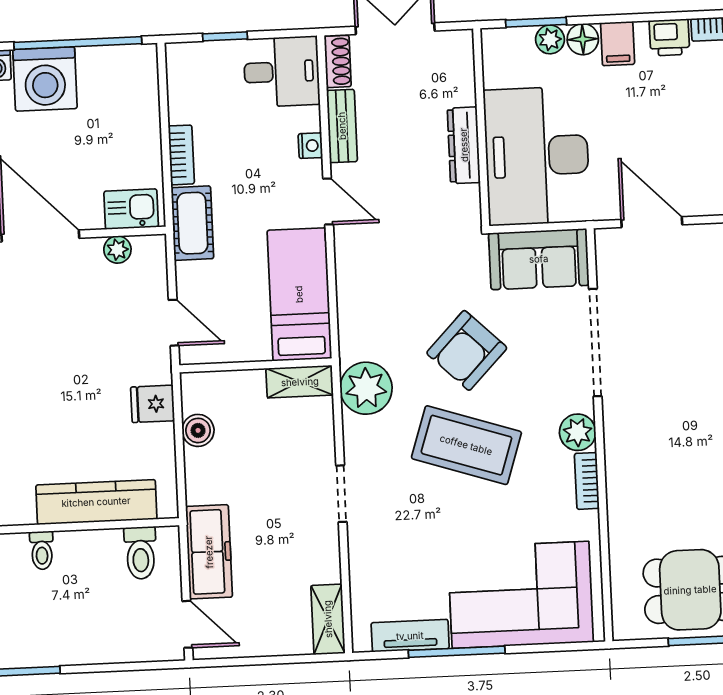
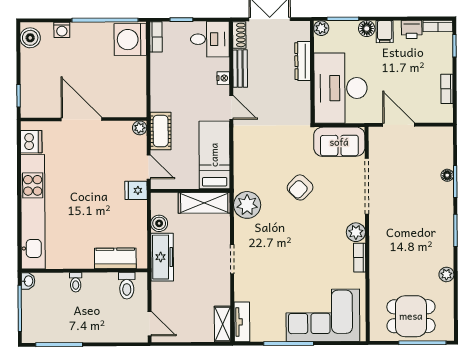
plant: (550, 39) -> (321, 28), moved
washing machine: (45, 79) -> (130, 40), moved, turned 90
dresser: (464, 145) -> (303, 61), moved
bookcase: (181, 155) -> (156, 37), moved
kitchen sink: (131, 209) -> (129, 107), removed
cot: (192, 223) -> (161, 131), moved
plant: (117, 250) -> (140, 128), moved
armchair: (467, 350) -> (300, 187), width x0.72, depth x0.72
shelving: (300, 382) -> (204, 203), width x1.50, depth x1.33
fridge: (153, 404) -> (136, 190), moved
coffee table: (466, 445) -> (298, 237), removed
kitchen counter: (96, 502) -> (115, 258), width x0.67
freezer: (209, 552) -> (162, 257), moved
tv unit: (410, 636) -> (242, 322), moved, turned 90

